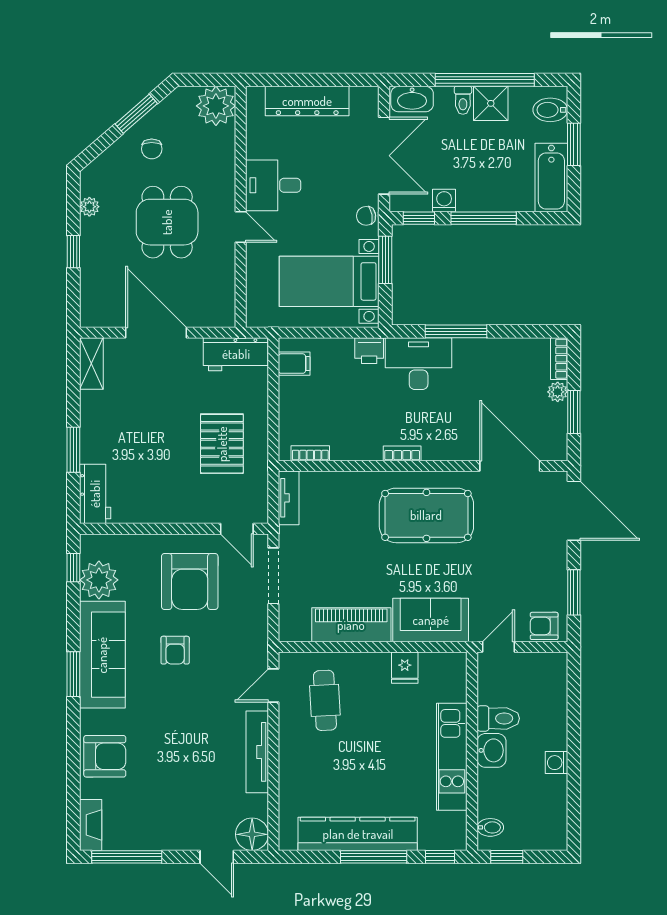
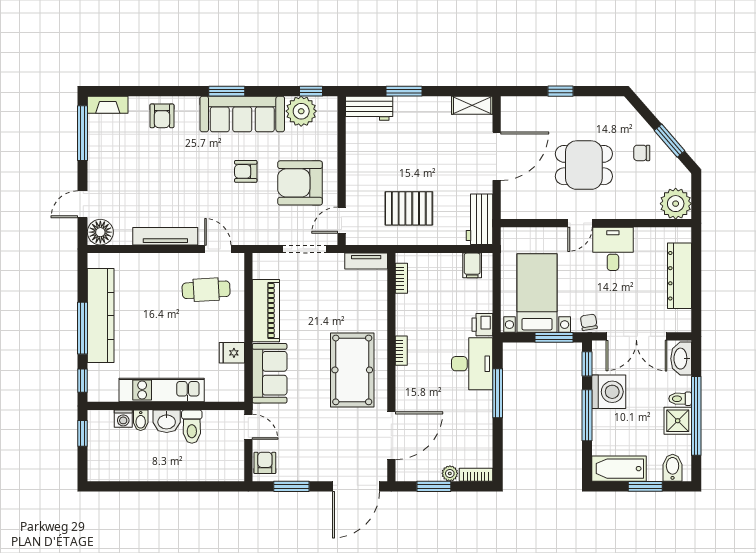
washing machine: (444, 201) -> (609, 392), width x1.89, depth x1.89
plant: (89, 207) -> (596, 104), removed
armchair: (105, 756) -> (162, 116), width x0.72, depth x0.72
washing machine: (556, 763) -> (123, 419), moved, turned 180
bidet: (490, 827) -> (141, 420), moved

